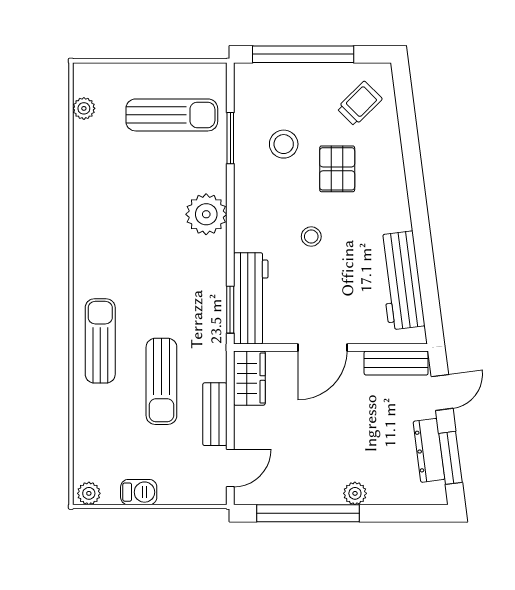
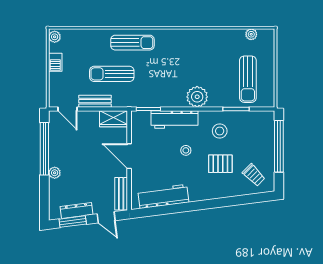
stool: (284, 144) -> (220, 131), moved
workbench: (251, 298) -> (175, 119), moved

